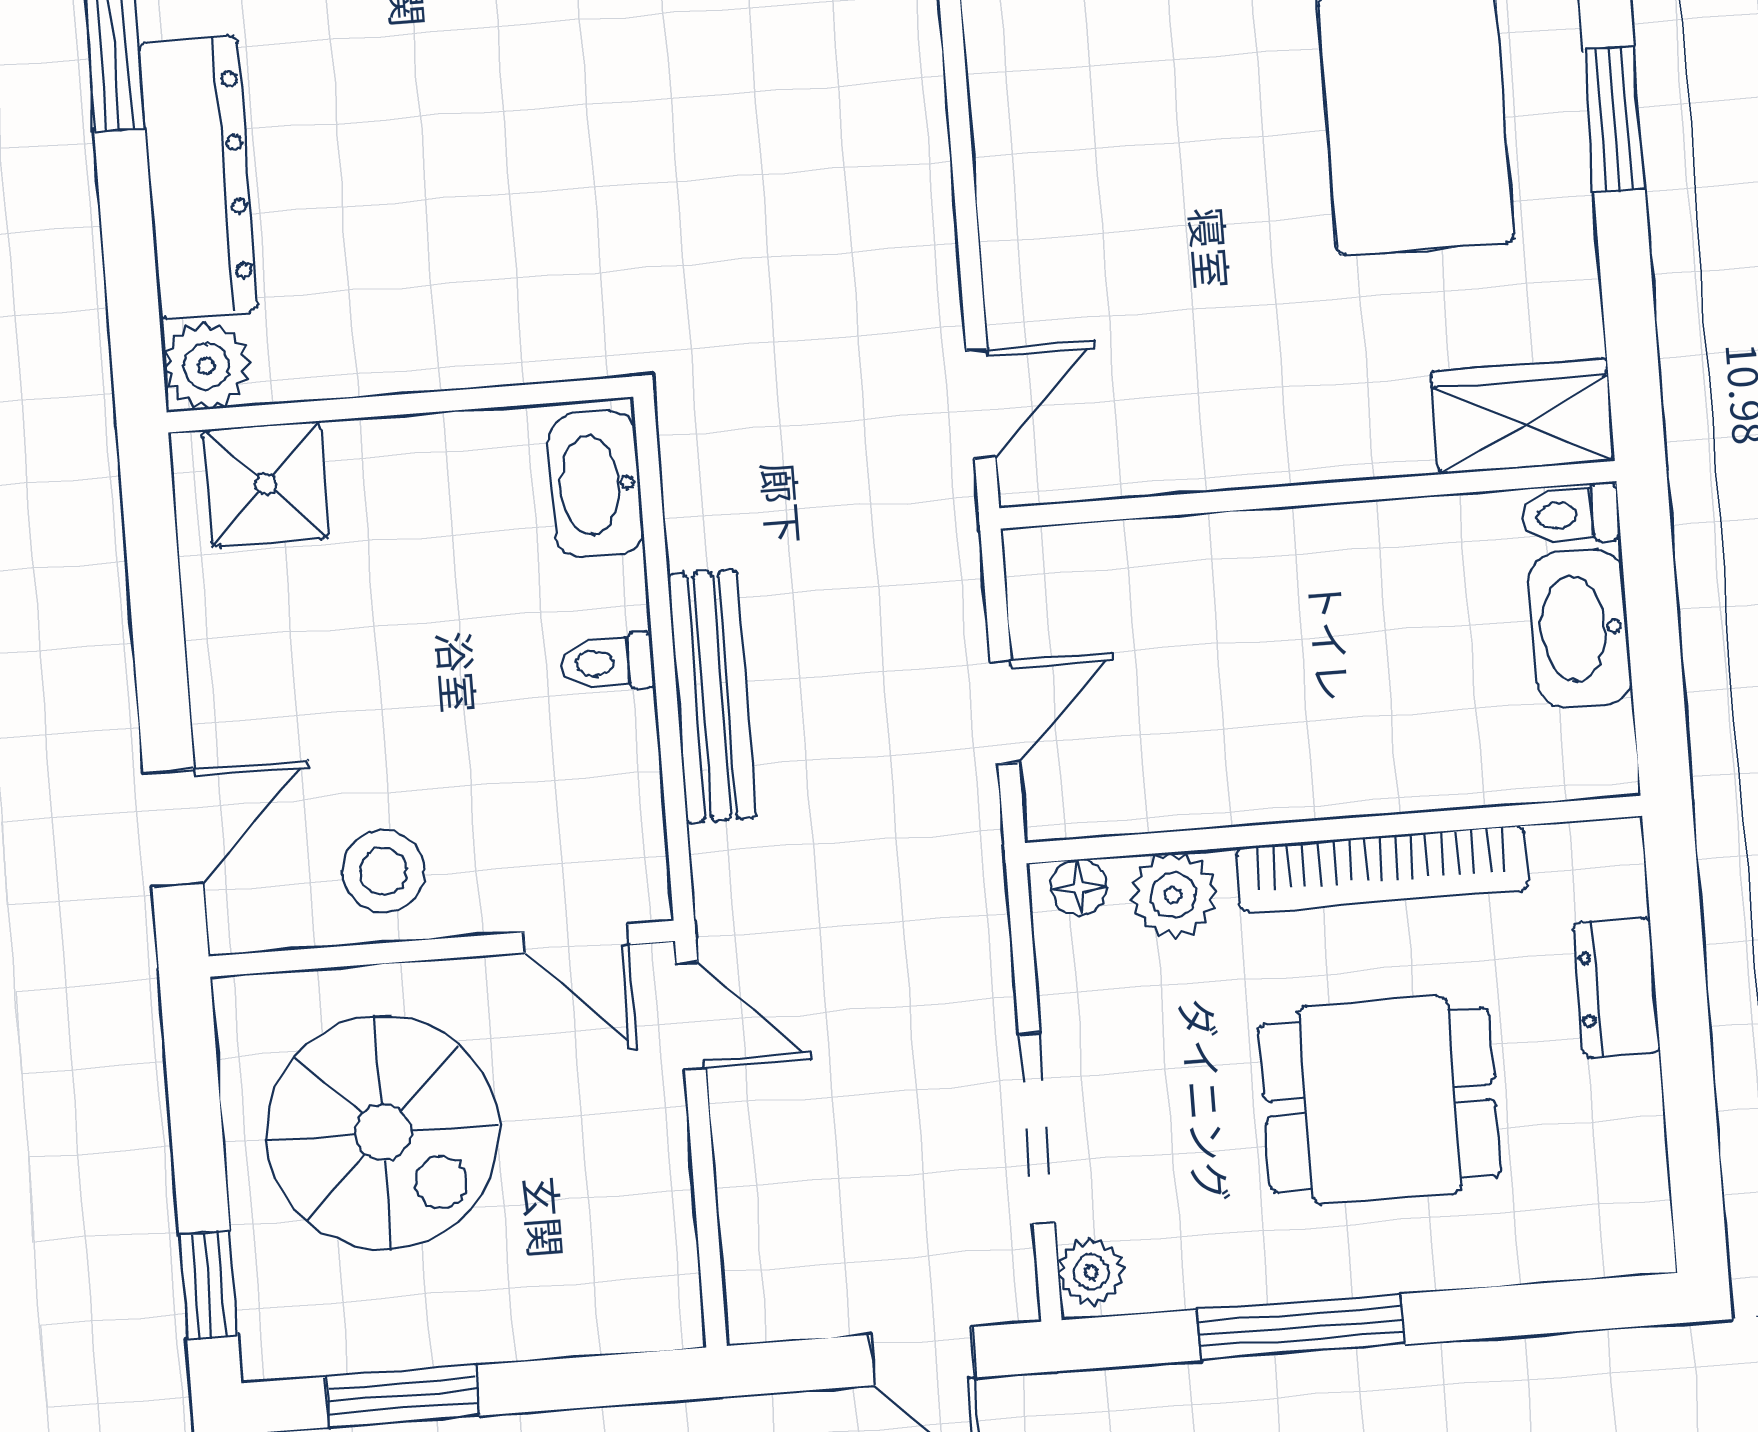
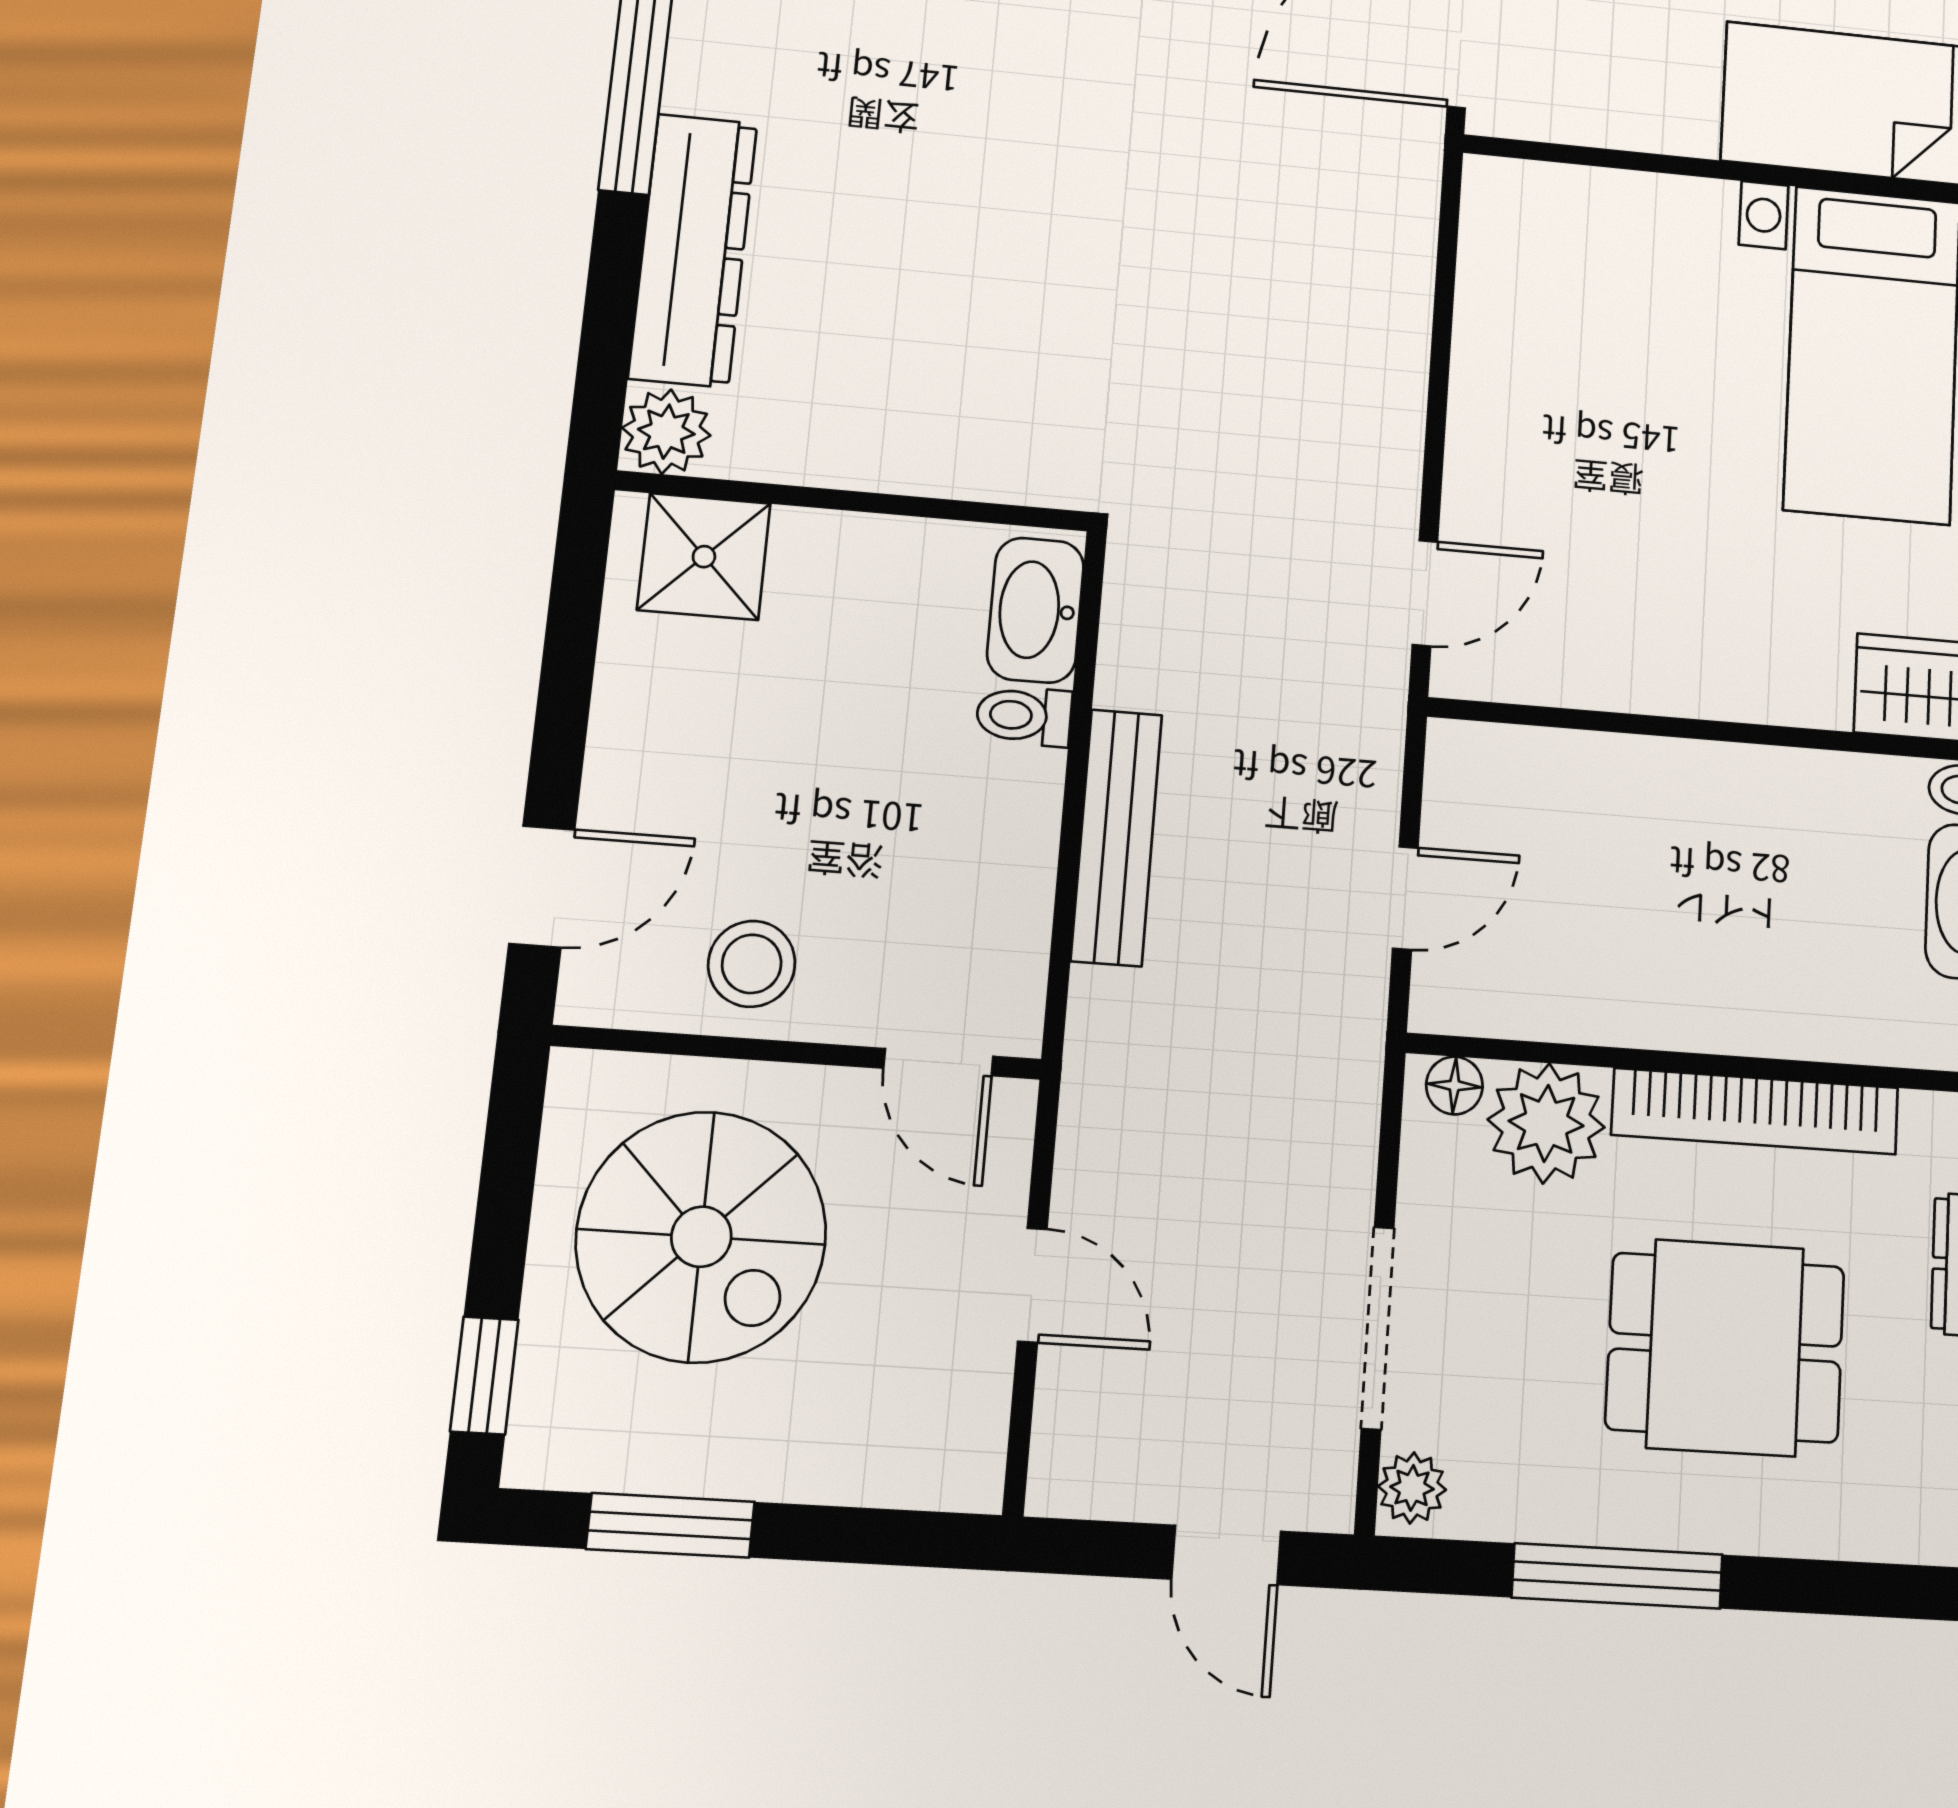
toilet: (608, 662) -> (1024, 716), moved
plant: (1173, 895) -> (1546, 1123), width x1.36, depth x1.36
door: (691, 1016) -> (1032, 1285), moved

